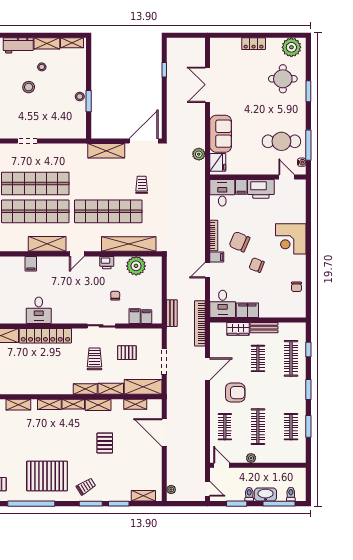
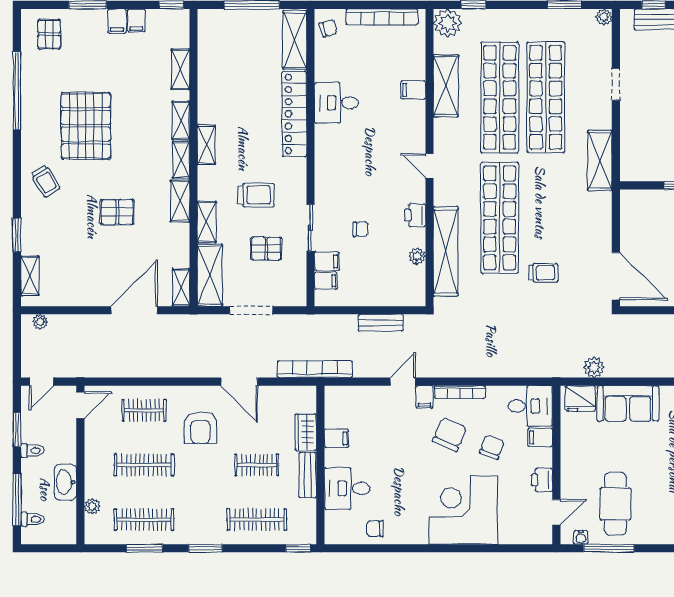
shelving: (106, 151) -> (600, 160), moved
printer: (261, 189) -> (542, 480), width x0.53, depth x0.68
corner desk: (291, 239) -> (463, 510), width x1.36, depth x1.36
shelving: (47, 244) -> (446, 86), moved
chair: (257, 265) -> (492, 447), moved
plant: (136, 266) -> (417, 256), width x0.53, depth x0.53
door: (207, 270) -> (403, 382), hinge flipped
desk: (223, 304) -> (347, 488), moved
filing cabinet: (247, 310) -> (337, 438), width x0.50
bench: (172, 313) -> (381, 323), moved
sliding door: (101, 326) -> (310, 228), moved
window: (308, 350) -> (298, 548), moved
pallet: (127, 353) -> (266, 249), turned 90
shelving: (85, 389) -> (206, 145), moved
shelving: (135, 404) -> (181, 287), moved
clothes rail: (291, 427) -> (144, 520), width x1.36
plant: (251, 458) -> (92, 506), moved
pallet: (47, 476) -> (86, 126), moved
washbasin: (265, 494) -> (65, 482), moved, turned 180
window: (91, 504) -> (17, 189), removed

